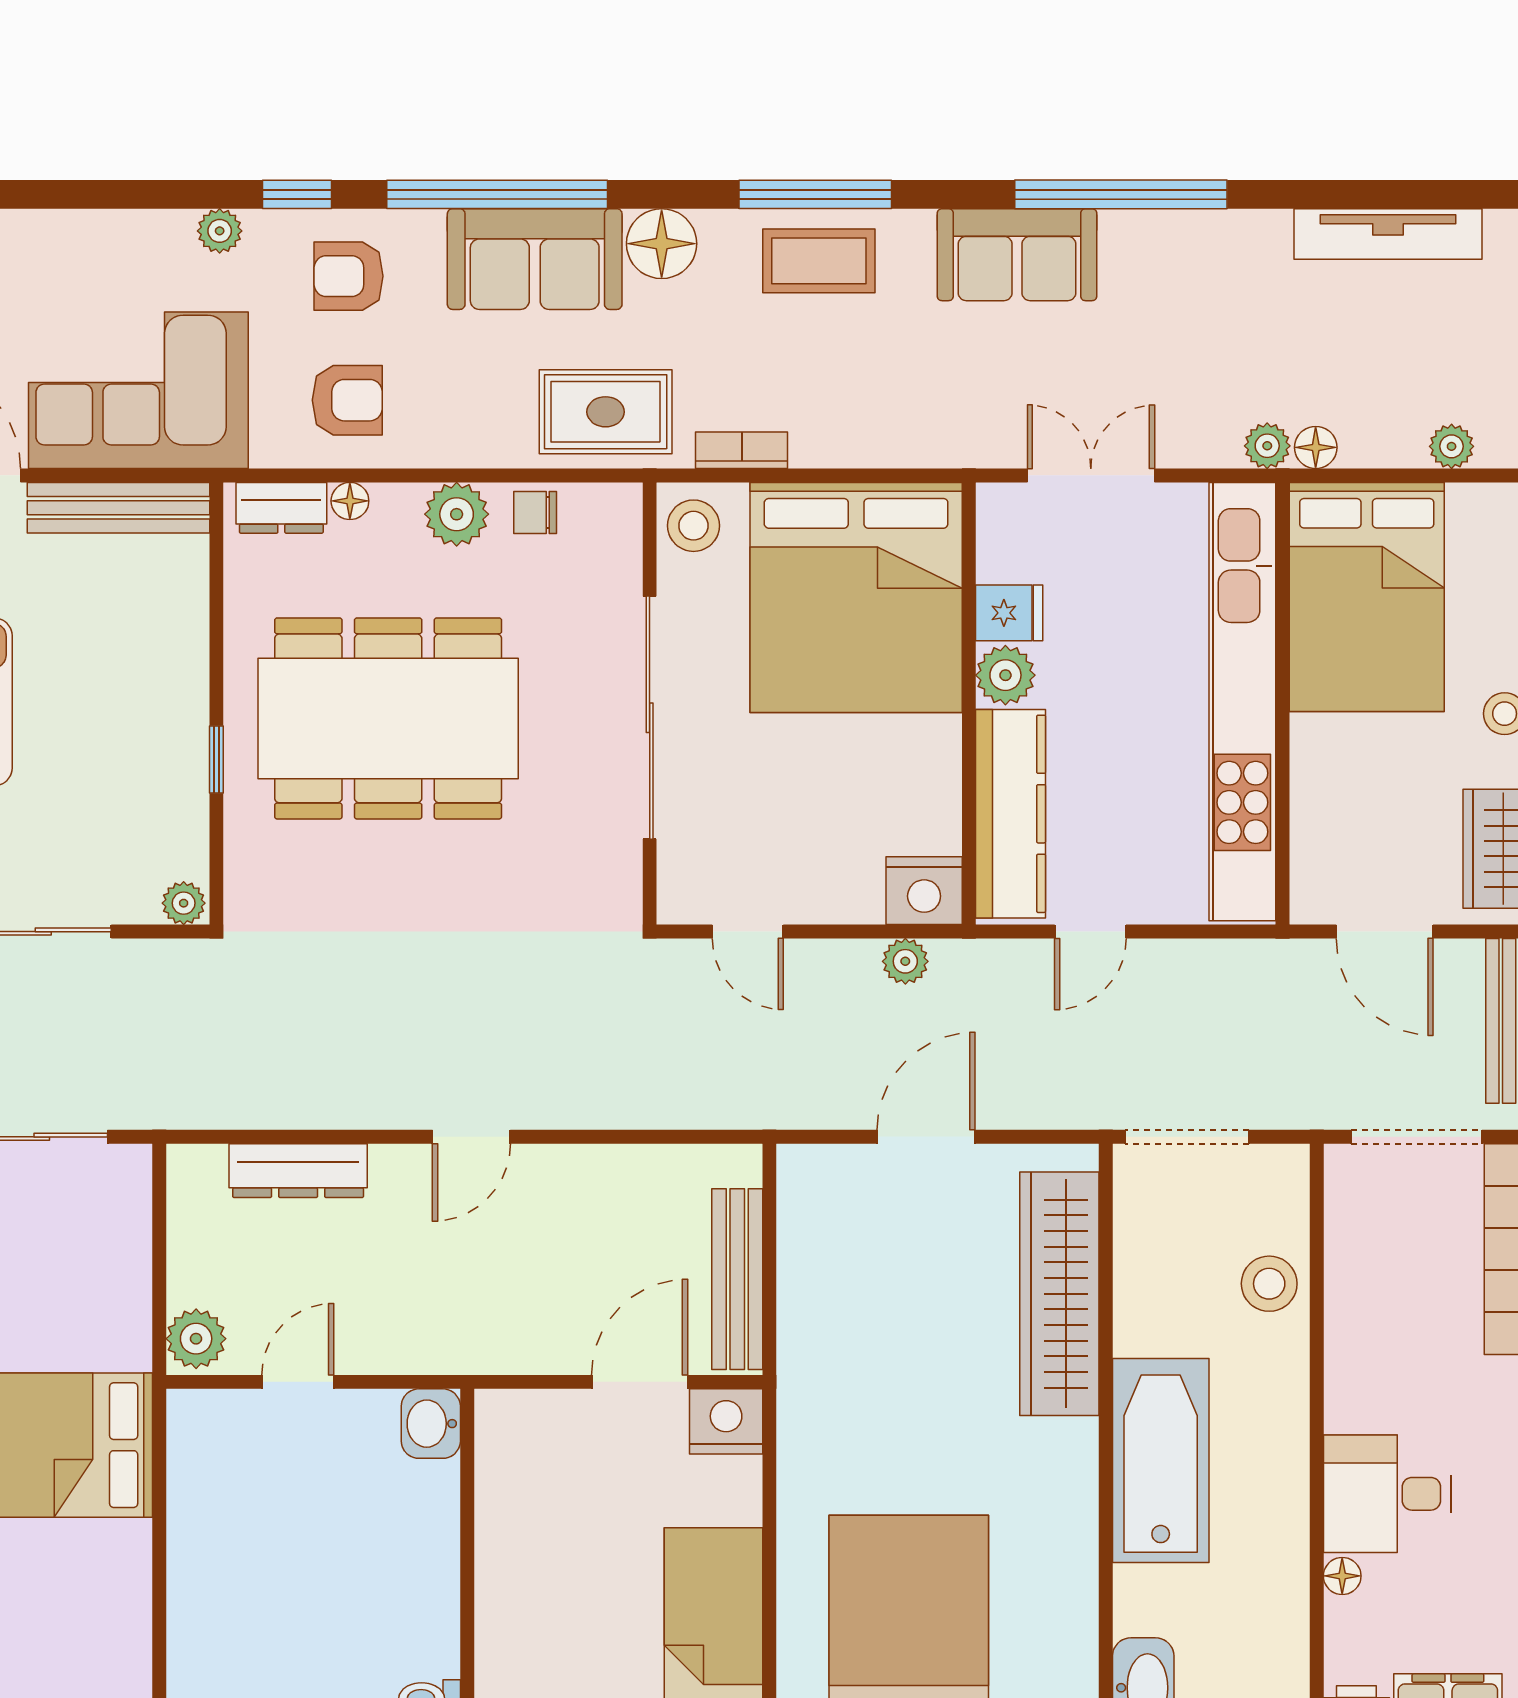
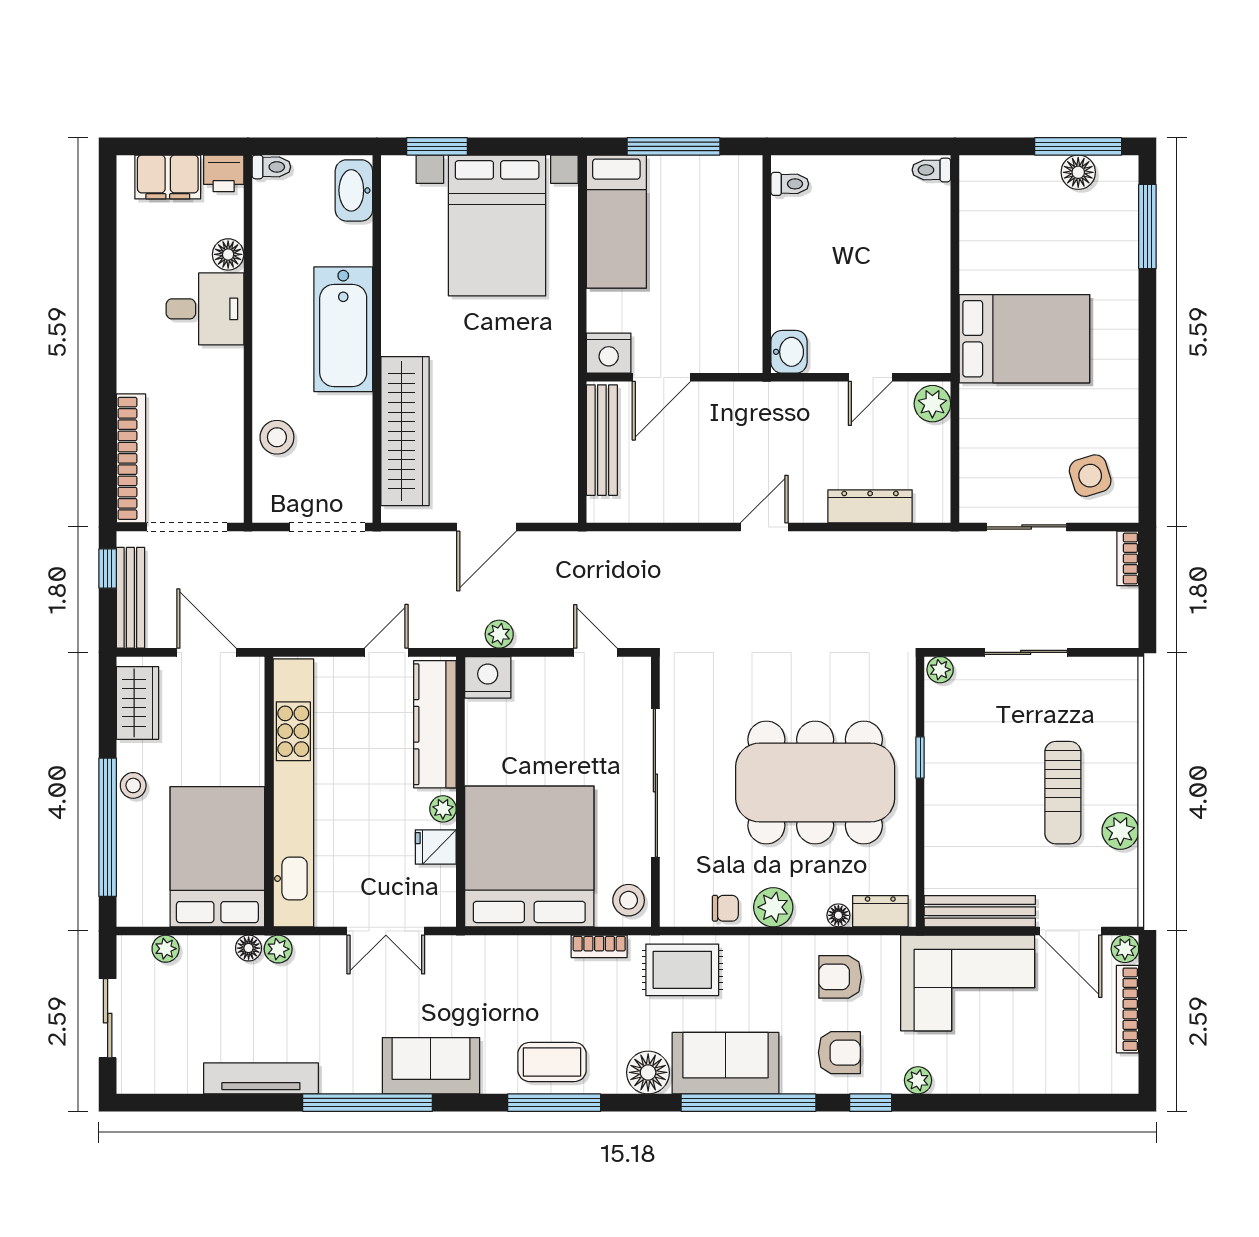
tv unit: (1388, 234) -> (261, 1078), moved
plant: (1005, 675) -> (443, 809), width x0.73, depth x0.73
floor lamp: (1342, 1576) -> (228, 254), width x1.37, depth x1.37

